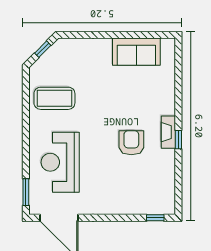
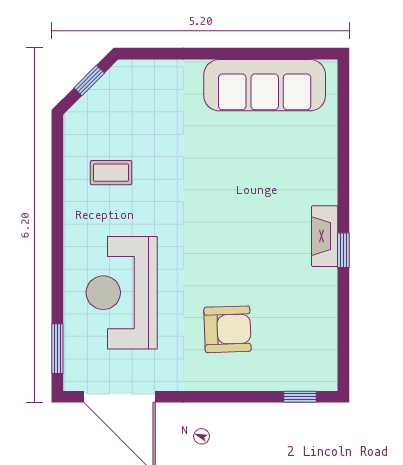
sofa: (136, 52) -> (265, 85), width x1.36
coffee table: (54, 98) -> (111, 173), width x0.54, depth x0.58
armchair: (131, 143) -> (227, 329), moved, turned 88

